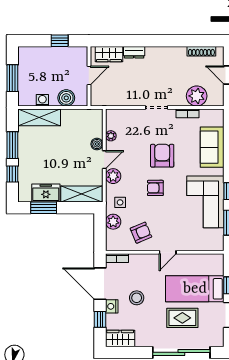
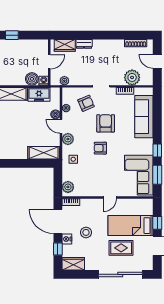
window: (60, 41) -> (12, 35), moved
washing machine: (42, 100) -> (44, 81), moved
plant: (109, 100) -> (64, 81), added
sofa: (212, 147) -> (144, 117), width x1.36
door: (104, 160) -> (61, 126), swing flipped
freezer: (46, 193) -> (39, 94), moved, turned 180
corner sofa: (205, 202) -> (139, 175), moved
window: (44, 208) -> (14, 163), removed
plant: (113, 222) -> (68, 187), moved
armchair: (141, 233) -> (86, 103), moved

